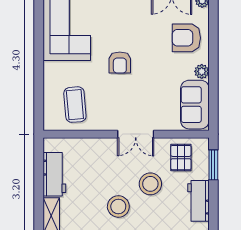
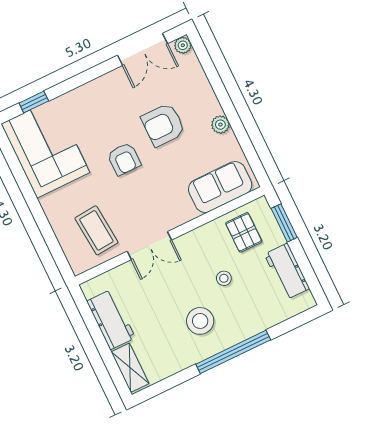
armchair: (186, 38) -> (163, 125), moved
sofa: (195, 105) -> (220, 187), moved, turned 90
double door: (136, 134) -> (149, 246), moved
stool: (150, 184) -> (224, 278), width x0.53, depth x0.53

